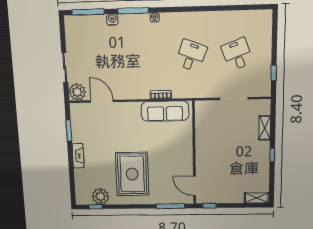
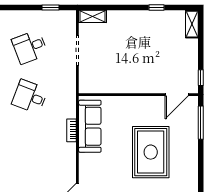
shelving: (265, 128) -> (93, 16), moved
window: (272, 155) -> (157, 7), moved
rug: (132, 174) -> (151, 152), moved, turned 90

